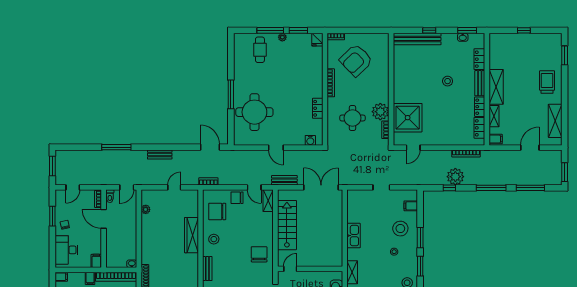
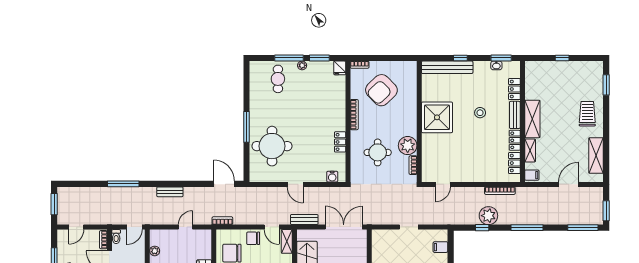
shower: (408, 118) -> (437, 117), moved
window: (530, 188) -> (583, 228), moved

